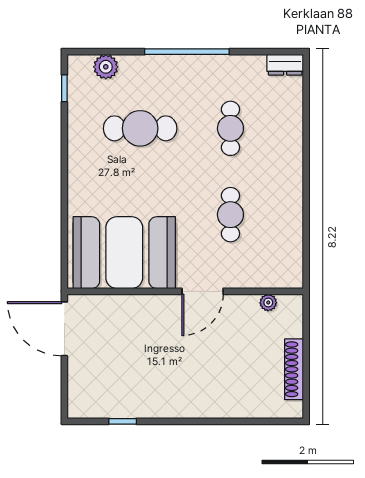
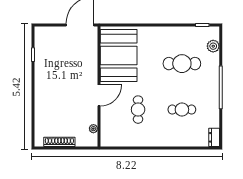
cafe table: (140, 128) -> (182, 64), turned 90
cafe table: (230, 215) -> (138, 110), turned 90
door: (203, 291) -> (99, 95), swing flipped

